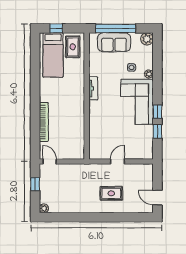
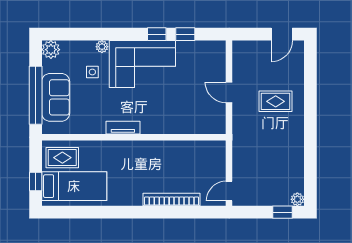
window: (35, 184) -> (283, 212), moved
rug: (111, 193) -> (276, 101), turned 90

